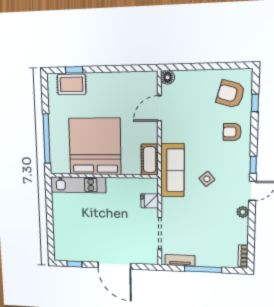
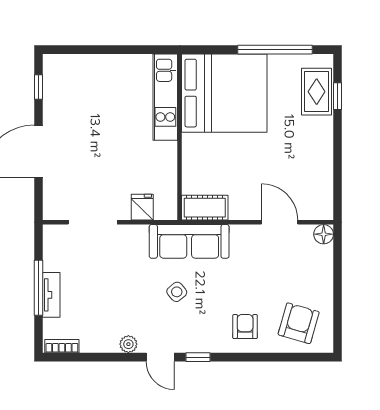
window: (255, 103) -> (286, 357), removed
window: (47, 139) -> (275, 50), moved
bed: (95, 146) -> (224, 93), moved
tv unit: (180, 260) -> (51, 295), moved

